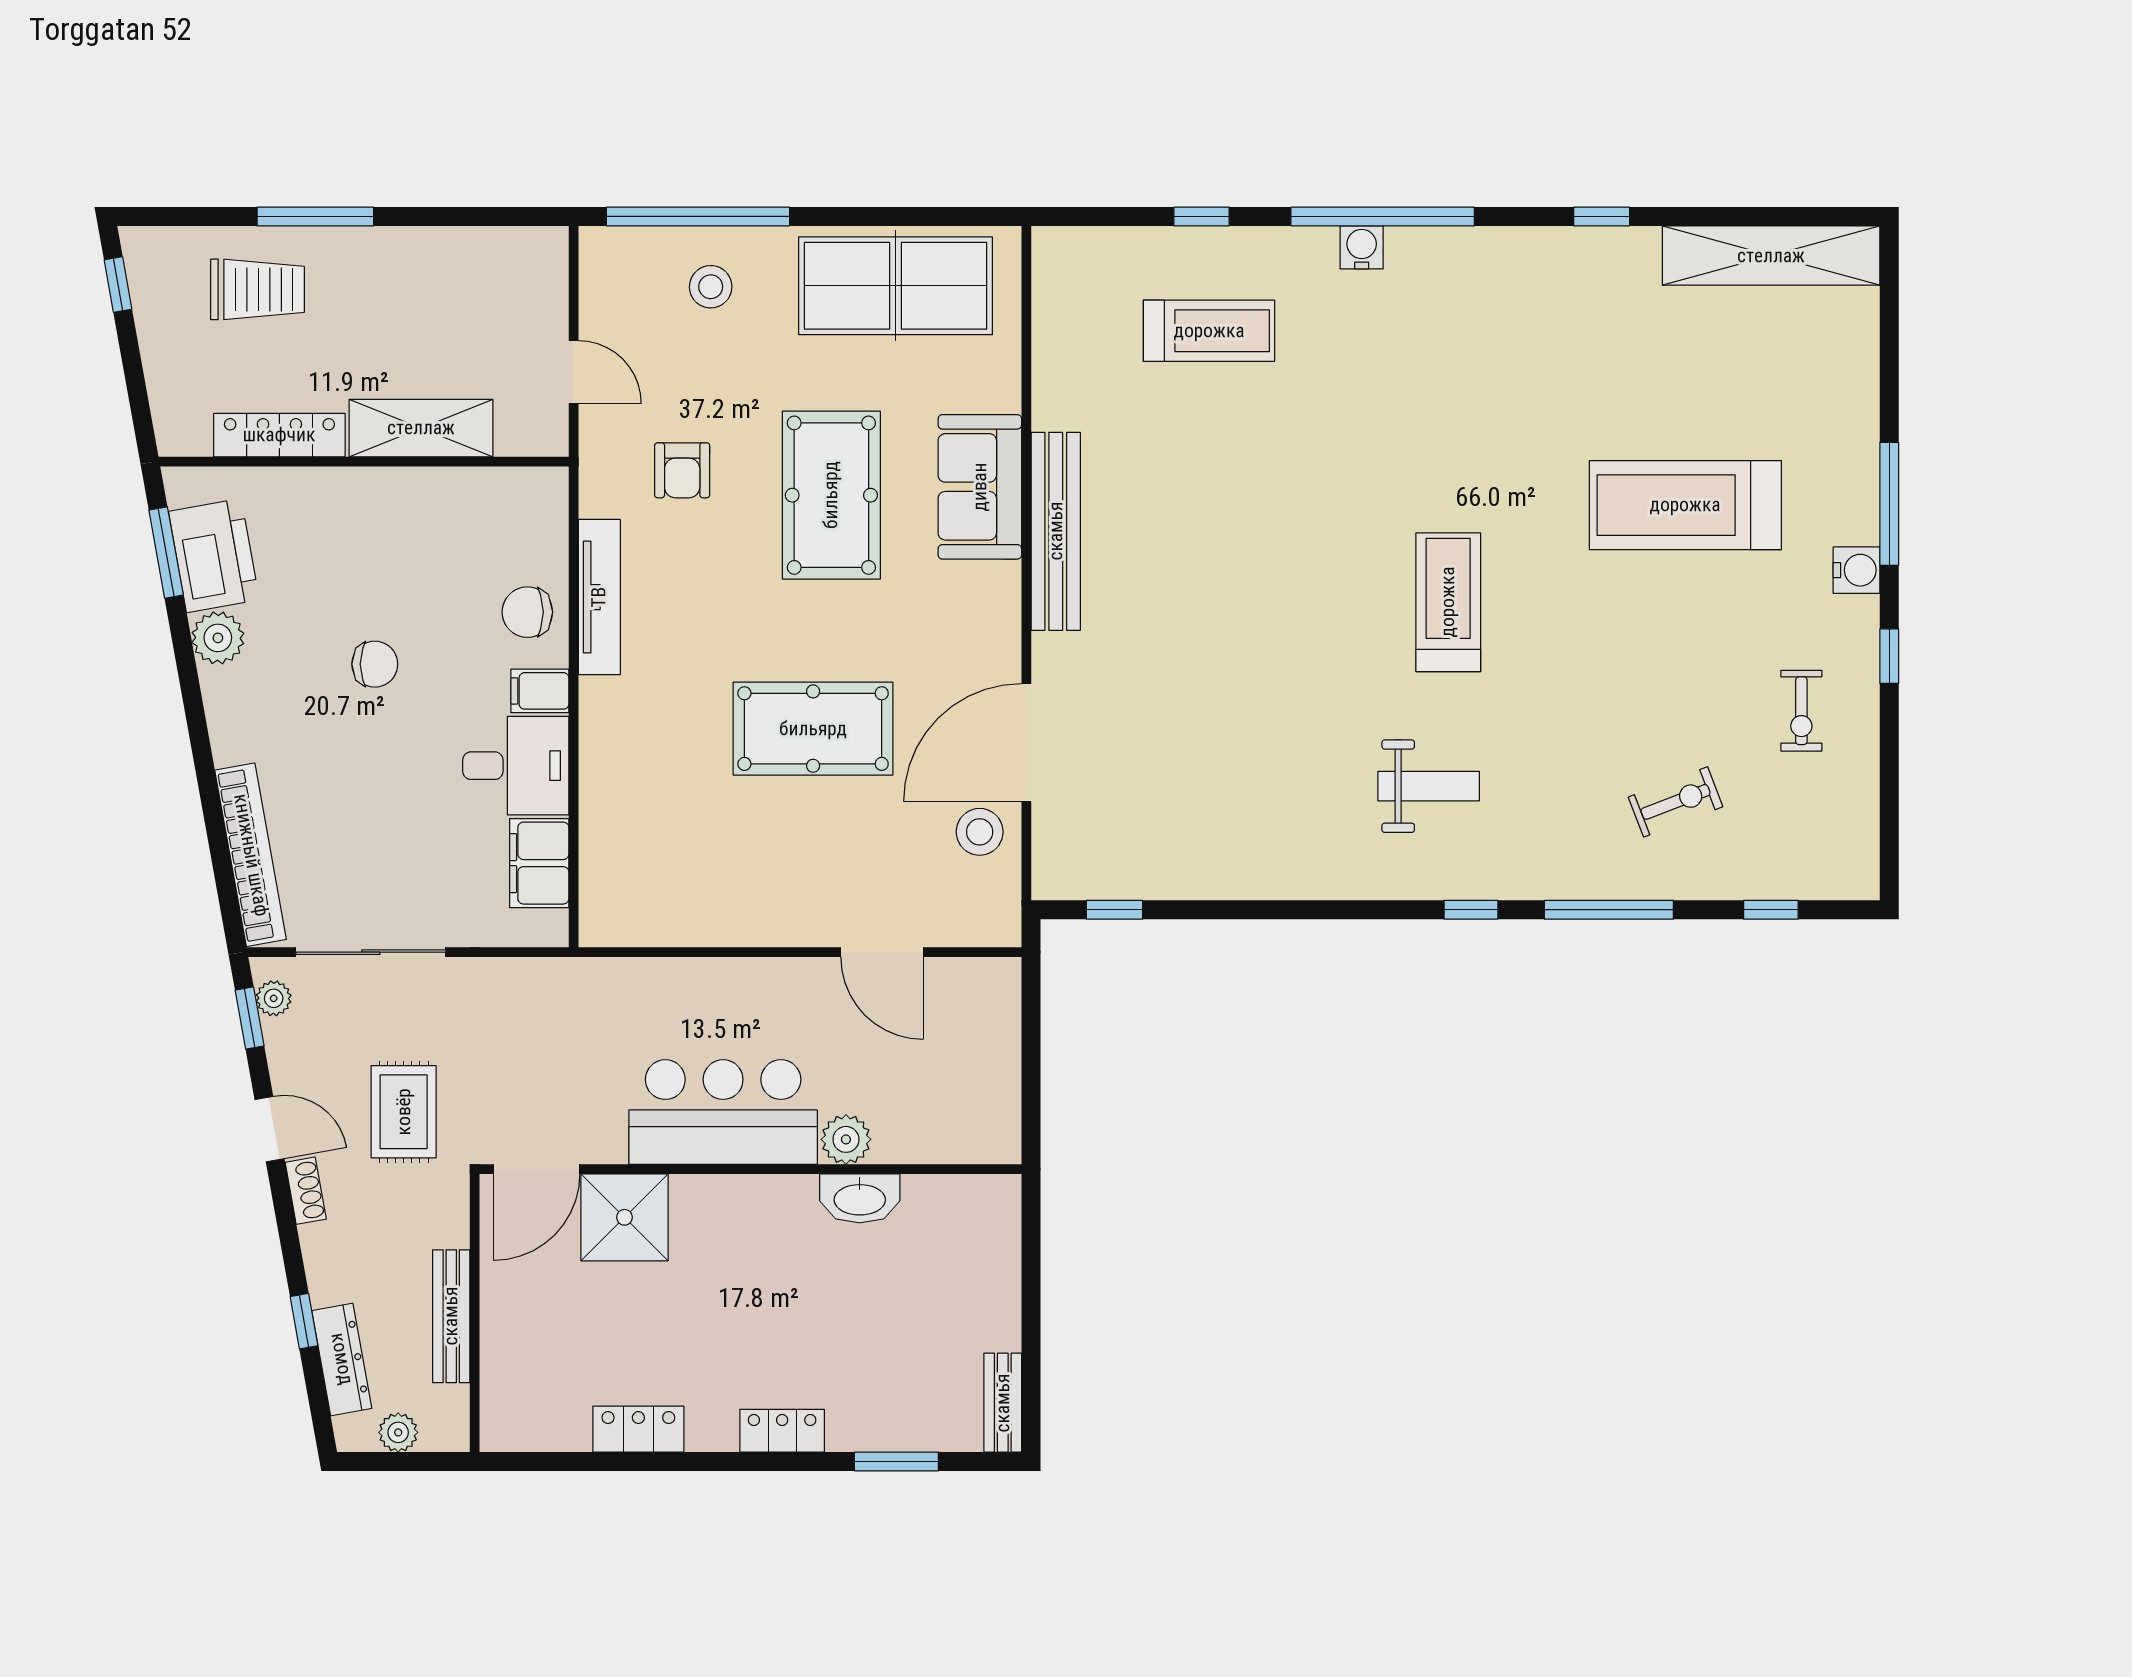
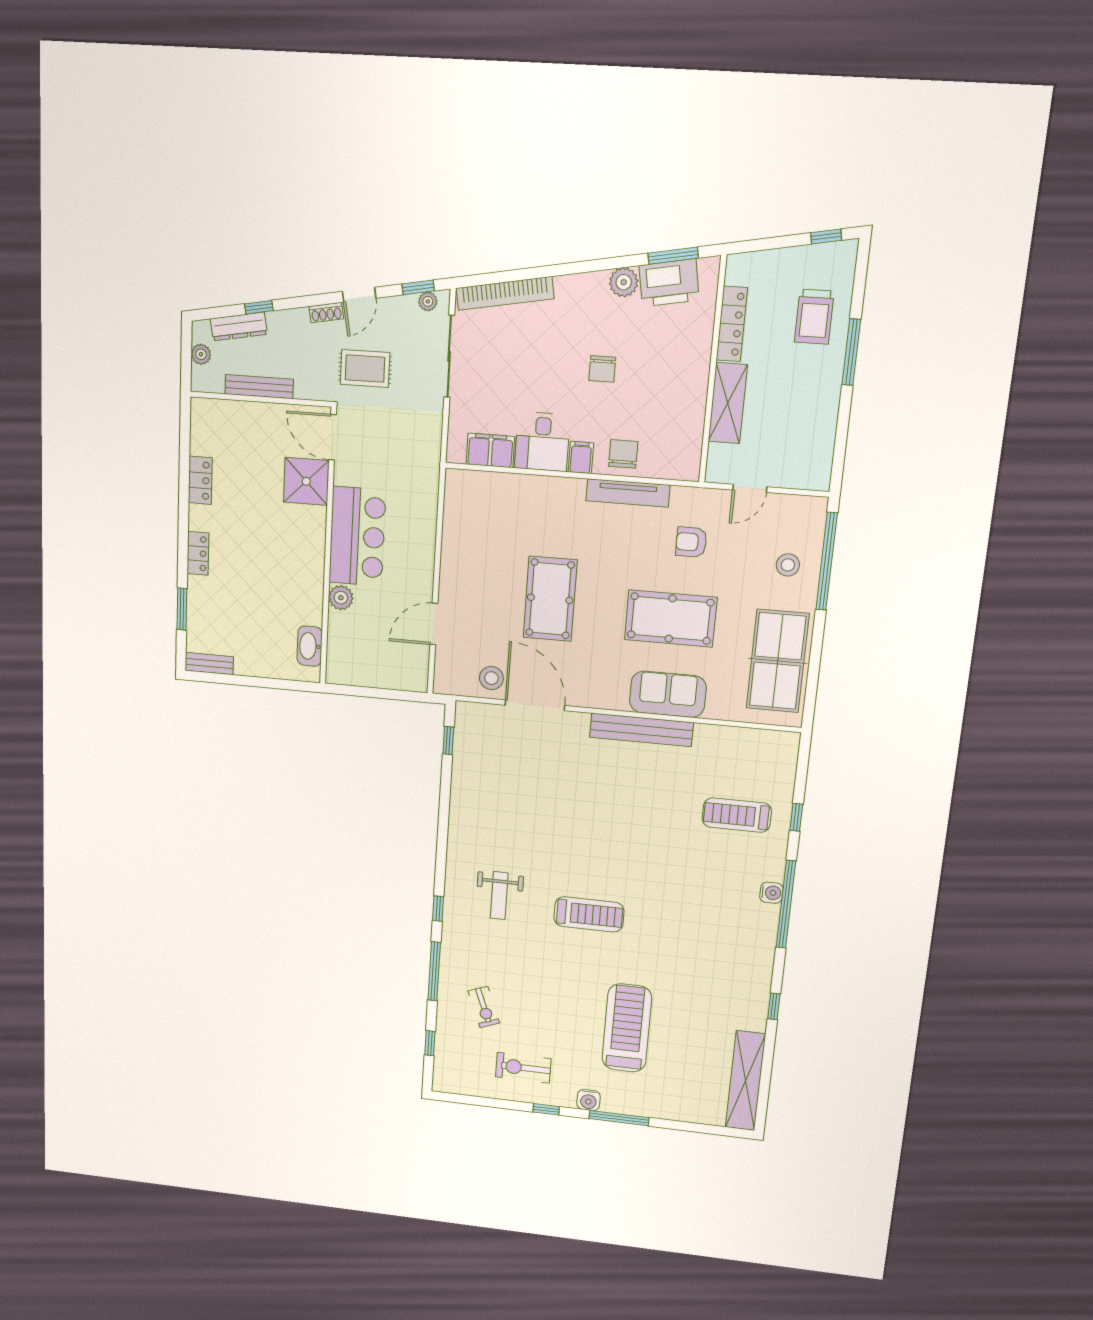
treadmill: (1209, 331) -> (737, 815), turned 90
exercise bike: (1801, 711) -> (523, 1068), width x1.38, depth x1.39
washbasin: (860, 1198) -> (310, 646), moved

